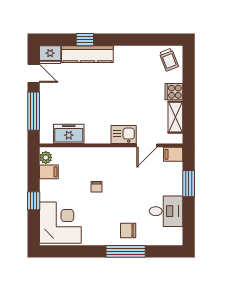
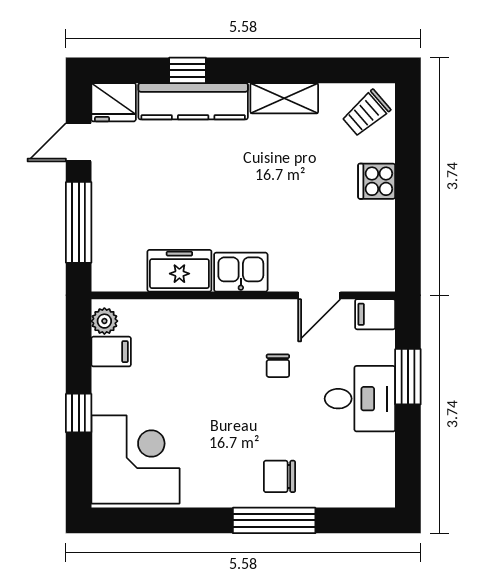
trolley: (169, 60) -> (366, 113), turned 70
door: (34, 73) -> (79, 142), swing flipped
shelving: (175, 117) -> (284, 98), moved, turned 90
freezer: (69, 134) -> (179, 271), moved
kitchen sink: (124, 134) -> (241, 272), moved
chair: (97, 187) -> (278, 366), moved
desk: (166, 211) -> (360, 399), moved

